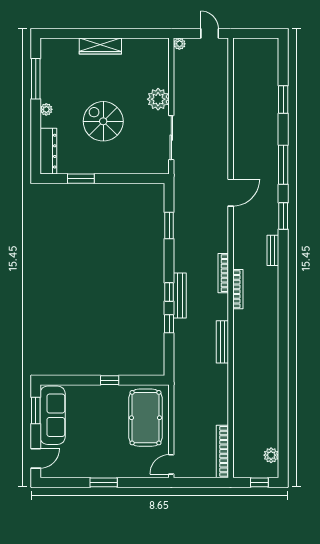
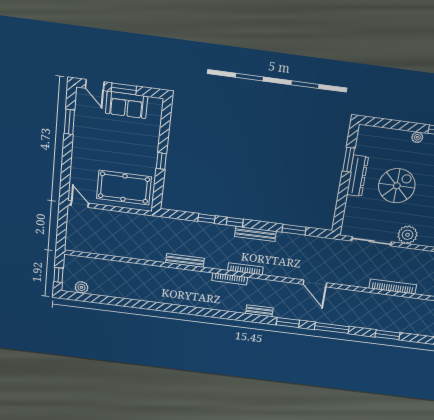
dresser: (48, 151) -> (357, 176), moved, turned -90
bench: (180, 295) -> (255, 234), moved
window: (36, 410) -> (124, 89), moved
sofa: (53, 415) -> (127, 105), width x0.73
bookcase: (222, 451) -> (393, 287), moved
window: (104, 482) -> (69, 122), moved

